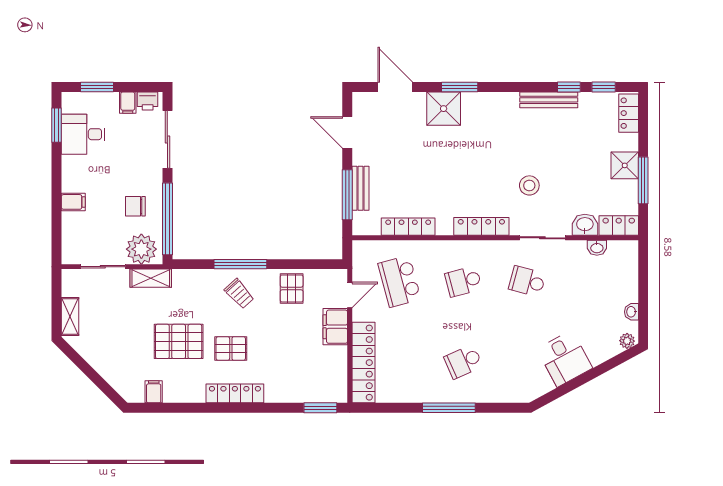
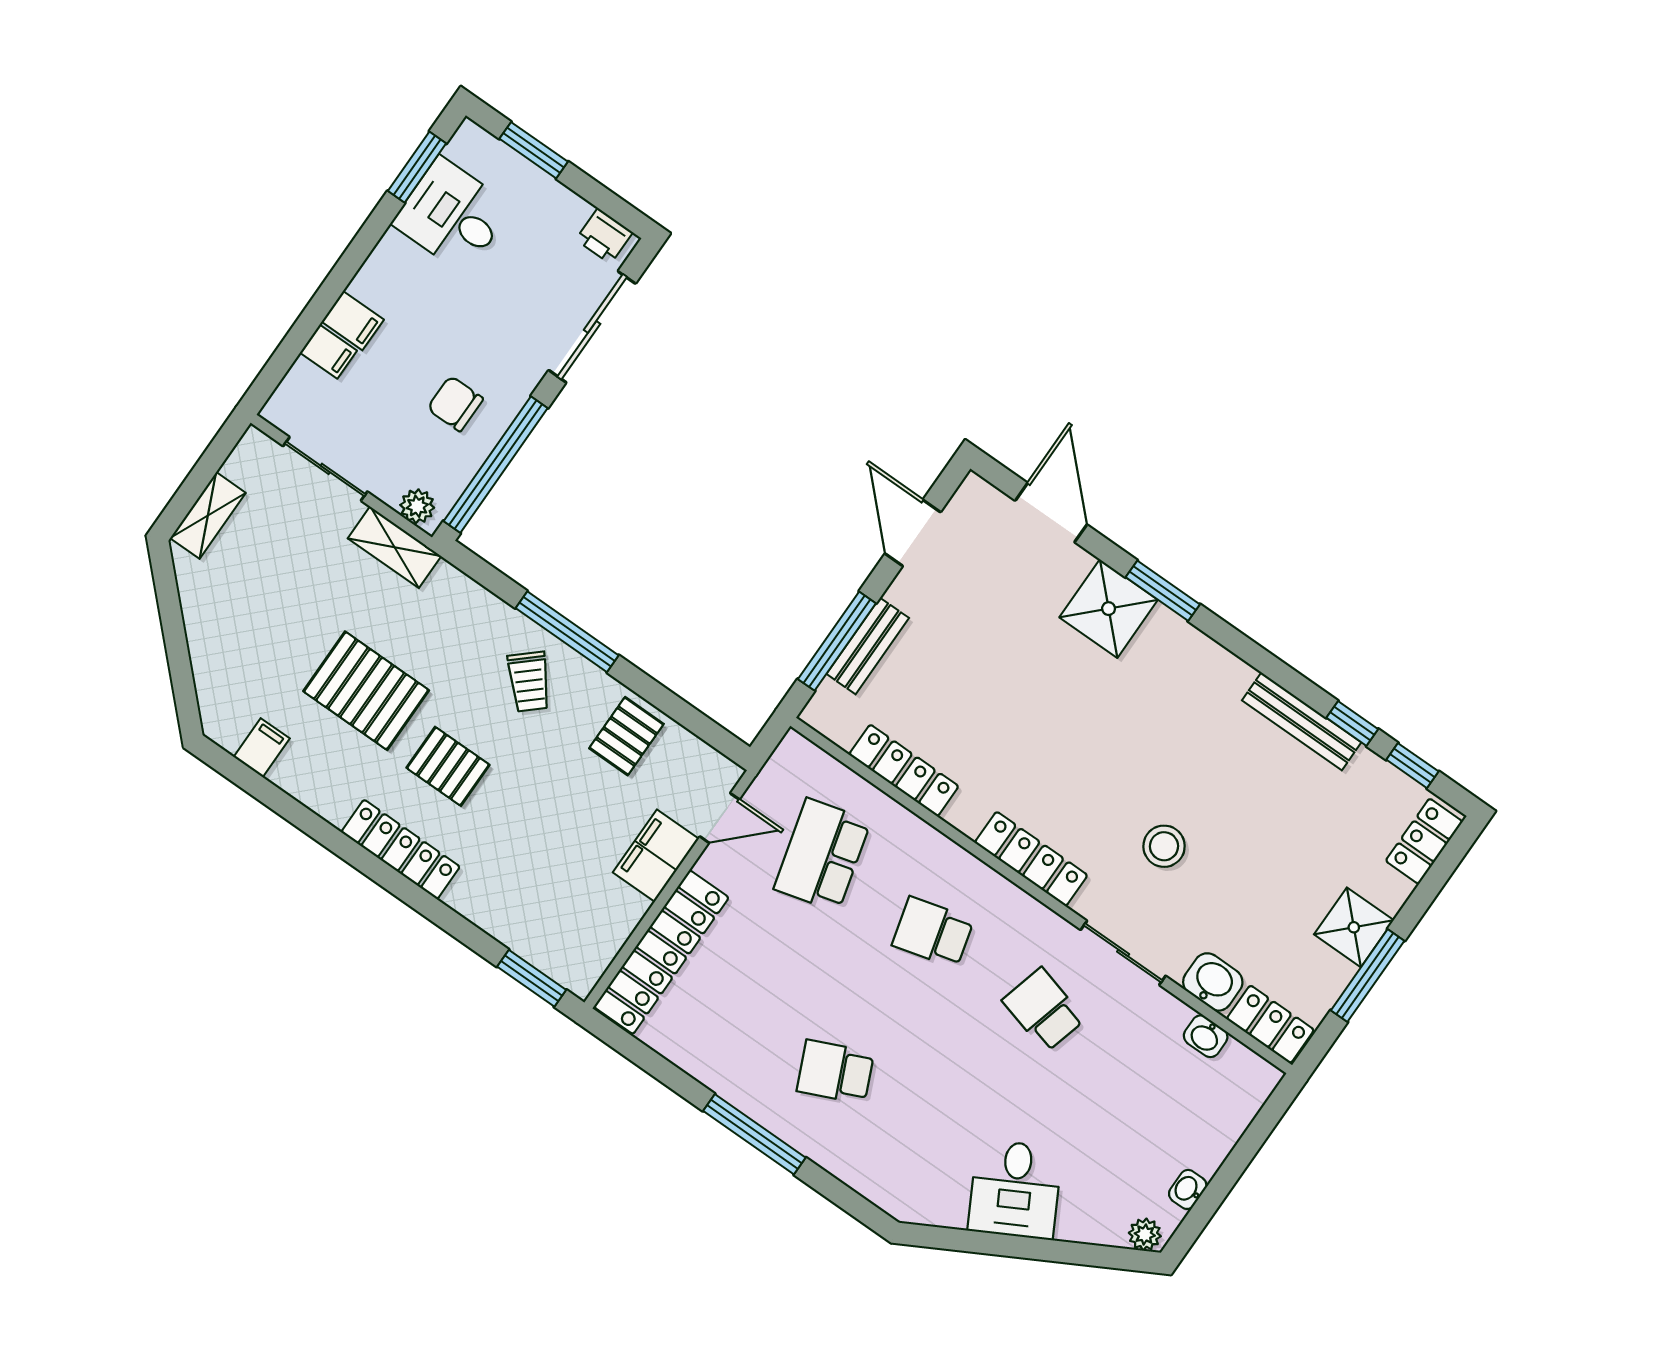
filing cabinet: (128, 103) -> (328, 352), moved, turned -90
plant: (141, 249) -> (417, 506), width x0.53, depth x0.53

